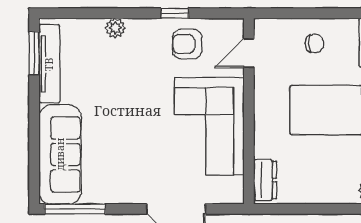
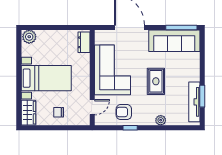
armchair: (187, 44) -> (124, 112), turned 180
window: (34, 53) -> (202, 96), moved
rug: (125, 104) -> (156, 81), added
sofa: (60, 154) -> (174, 41), moved, turned -90

